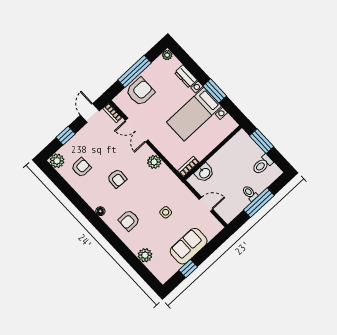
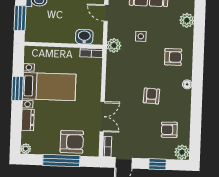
armchair: (140, 92) -> (72, 142), turned 180
plant: (154, 162) -> (114, 45), moved

